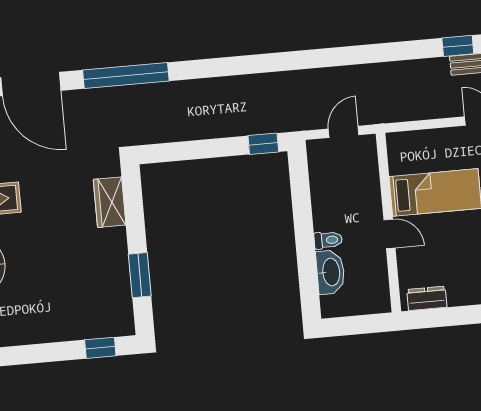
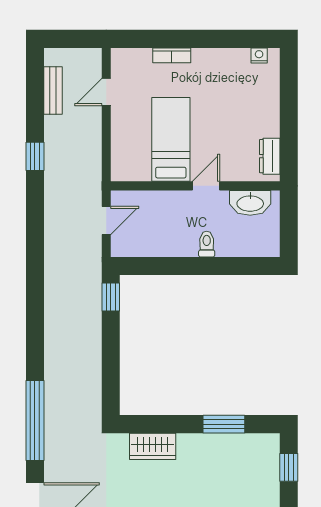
window: (458, 46) -> (35, 156), moved
door: (344, 132) -> (106, 220), swing flipped
washbasin: (330, 272) -> (250, 203), moved, turned 180

